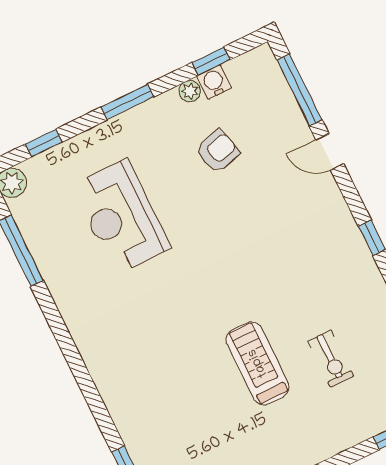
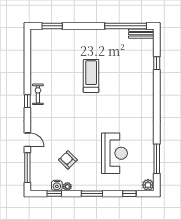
armchair: (218, 151) -> (68, 160), turned 60
exercise bike: (331, 359) -> (38, 94), moved
treadmill: (258, 363) -> (91, 76), turned 180

